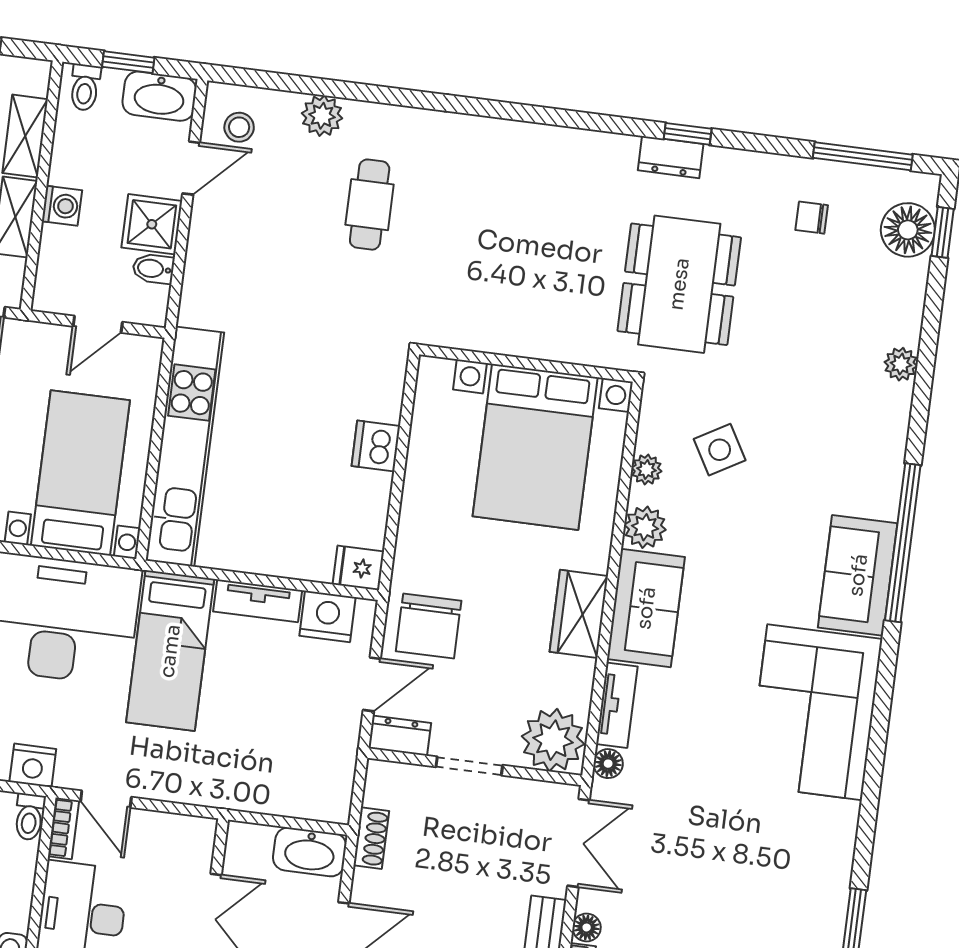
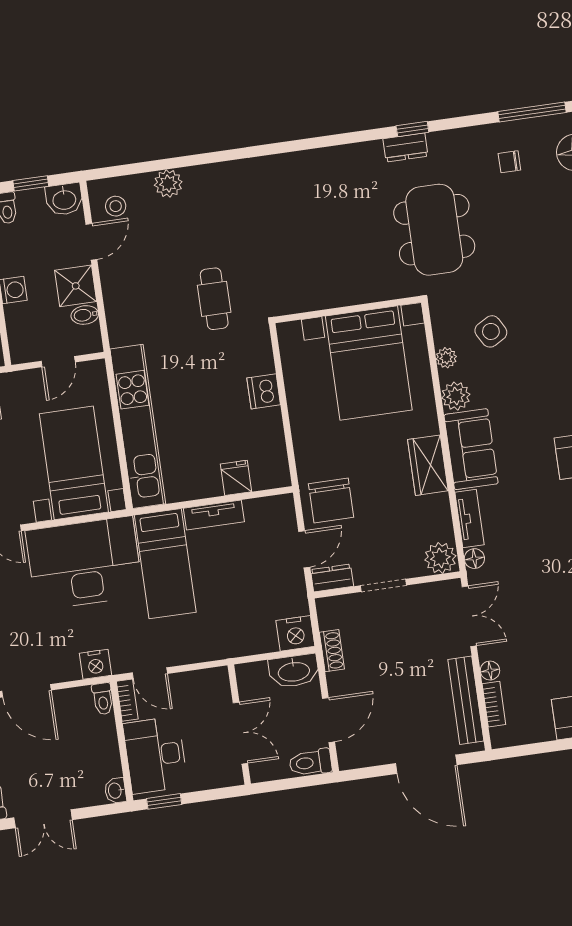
washbasin: (159, 96) -> (64, 199), width x0.72
cafe table: (370, 205) -> (214, 299), moved
fridge: (358, 568) -> (236, 478), moved, turned 90
nightstand: (328, 616) -> (295, 633), moved, turned 180
plant: (553, 740) -> (440, 558), width x0.73, depth x0.73

